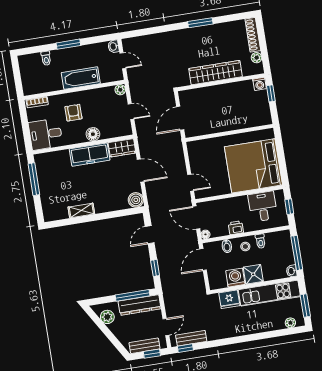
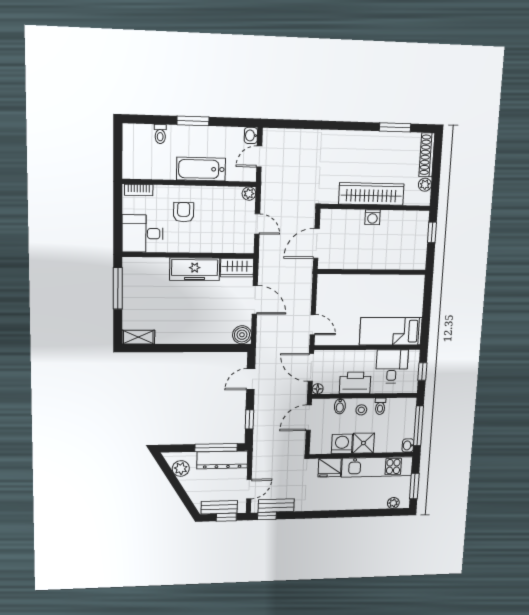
window: (200, 23) -> (395, 127), moved
door: (123, 61) -> (259, 157), swing flipped
washing machine: (260, 84) -> (372, 217), moved
floor lamp: (93, 134) -> (204, 244), removed
bed: (253, 166) -> (391, 331), width x0.49
shelving: (81, 211) -> (138, 337), moved
printer: (236, 228) -> (355, 383), width x1.87, depth x1.48

